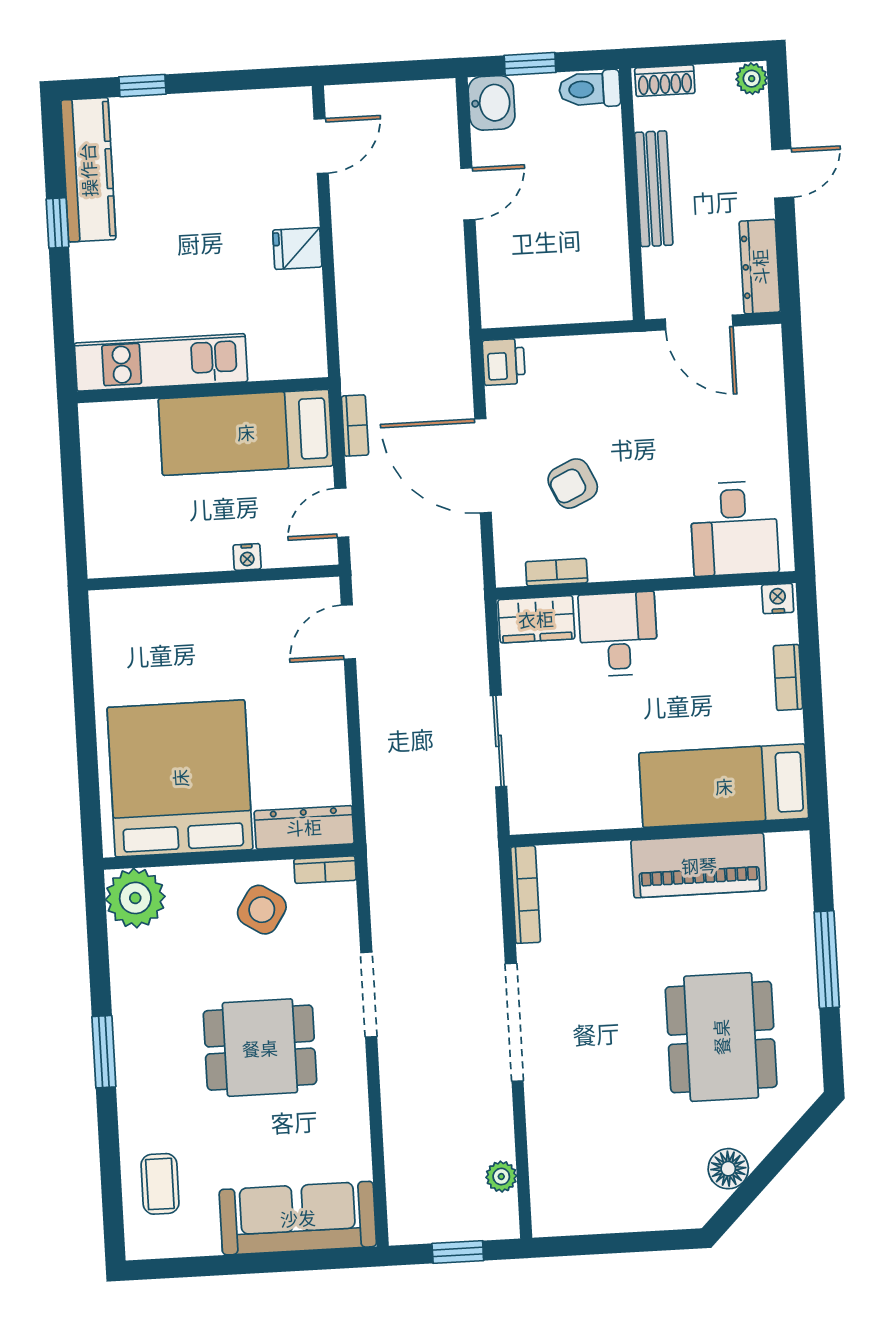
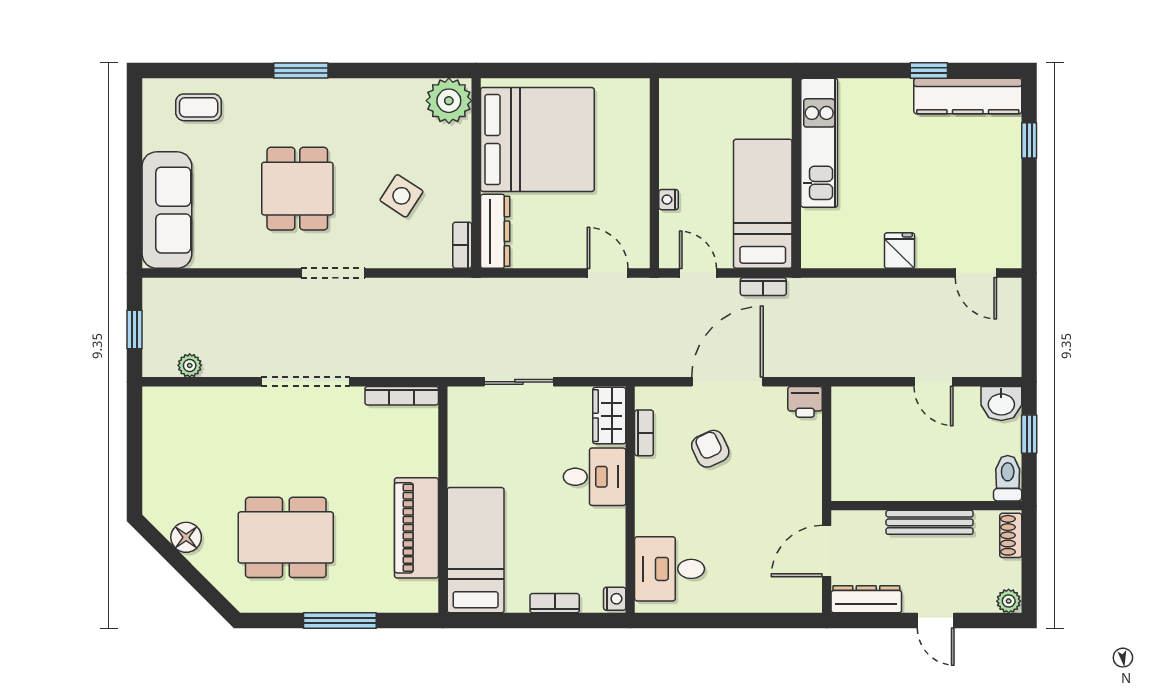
bed: (180, 778) -> (537, 140), moved
dresser: (304, 827) -> (495, 231), moved
wall: (229, 857) -> (476, 173), moved
bookcase: (325, 870) -> (462, 245), moved
plant: (135, 898) -> (449, 101), moved

